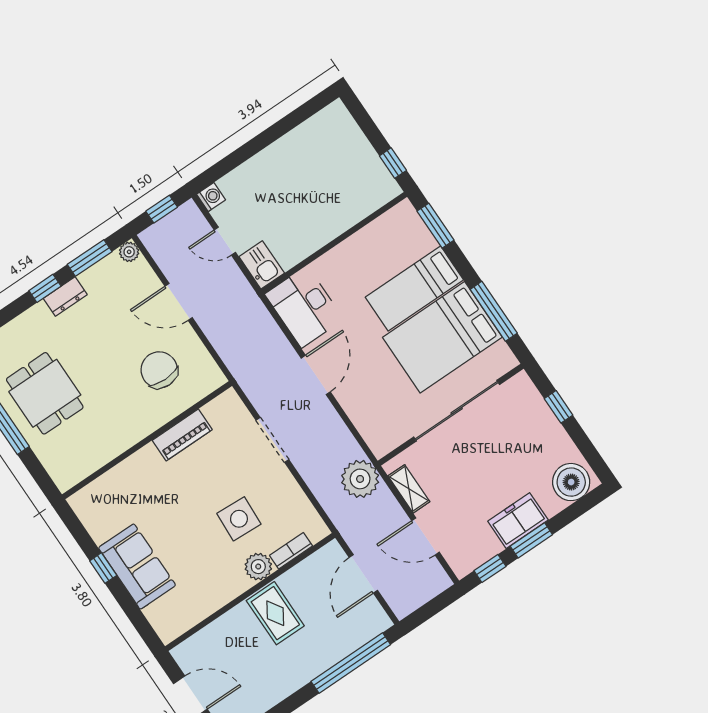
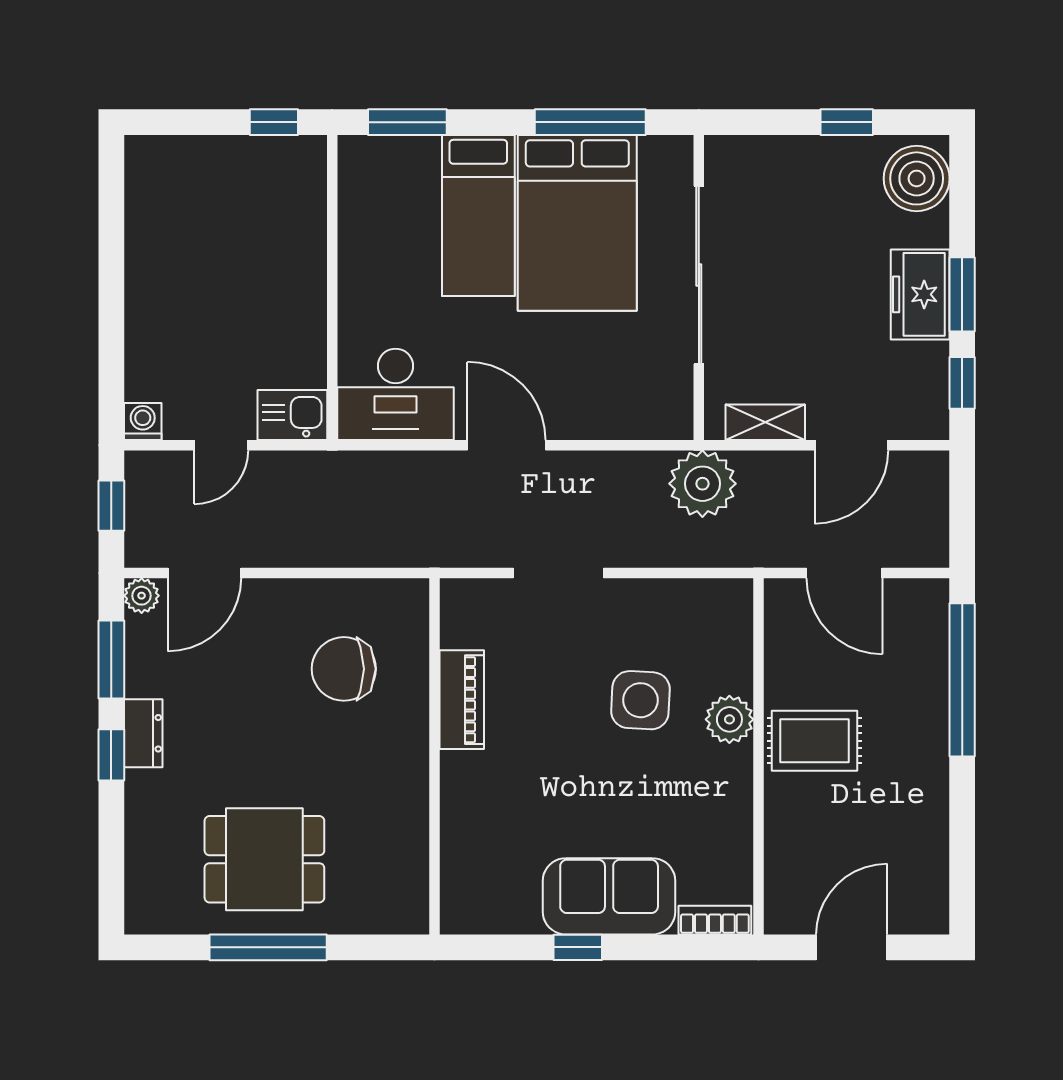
door: (179, 302) -> (204, 573), moved
window: (559, 407) -> (847, 122), moved
bookcase: (291, 551) -> (715, 920), moved, turned 90

